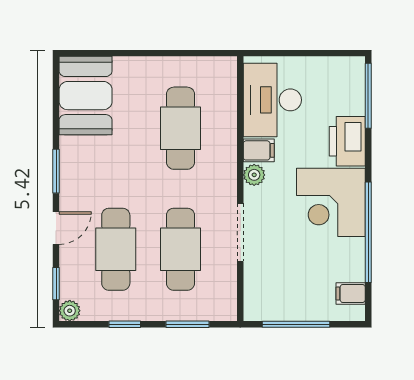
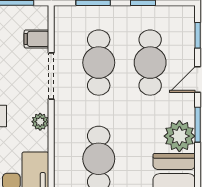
filing cabinet: (259, 150) -> (36, 39), moved
plant: (70, 311) -> (179, 136), moved, width x1.88, depth x1.88

